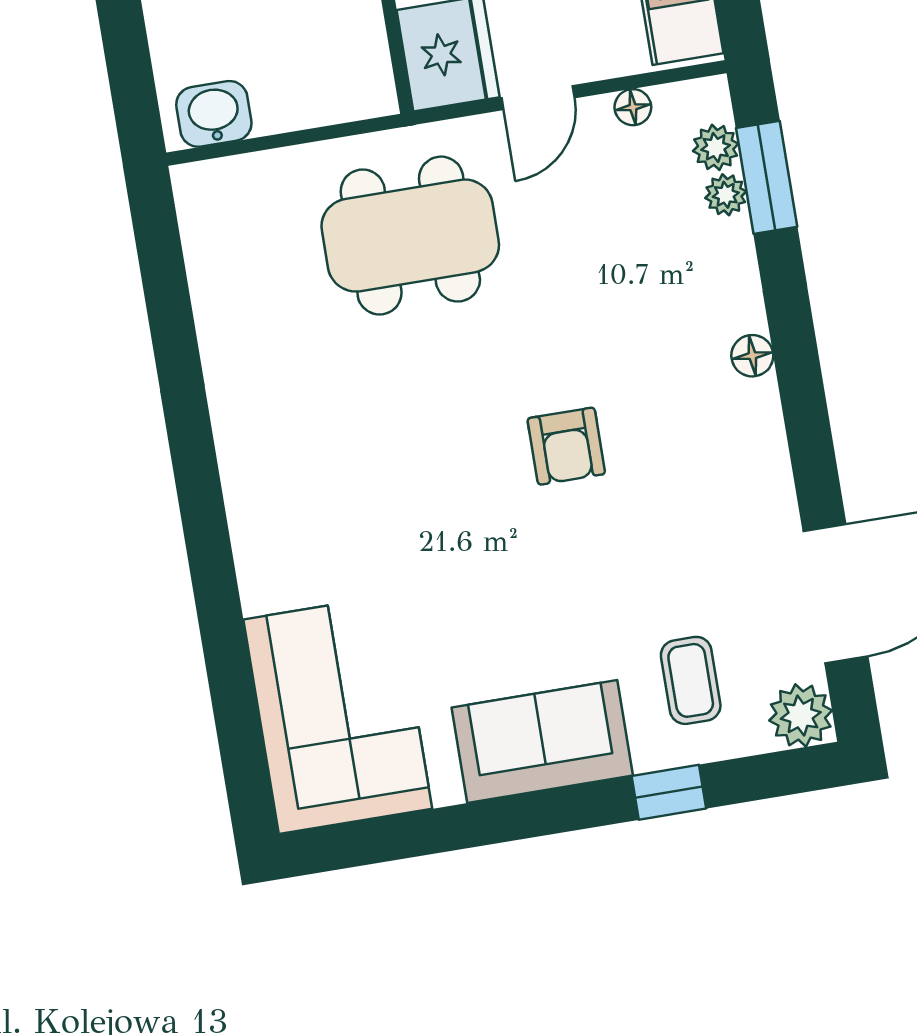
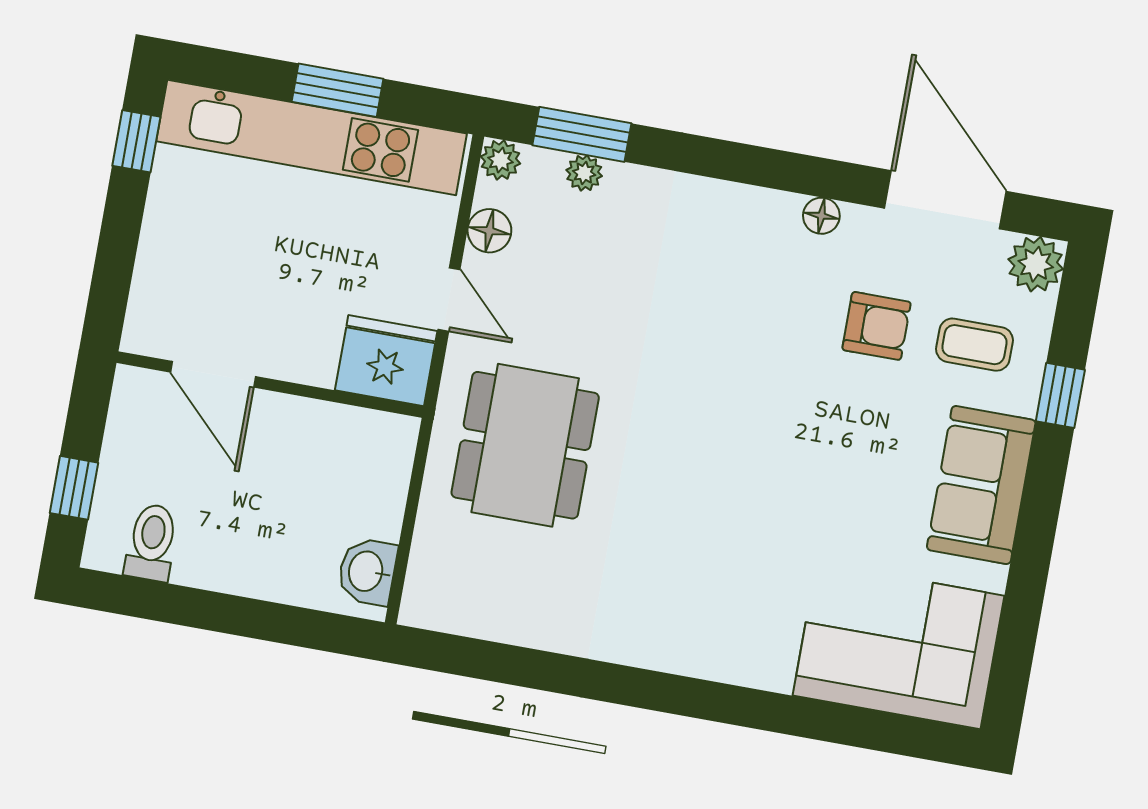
floor lamp: (633, 107) -> (489, 231), width x1.37, depth x1.37
plant: (716, 147) -> (501, 160), moved
floor lamp: (752, 356) -> (821, 216), moved
armchair: (566, 446) -> (876, 326), moved

